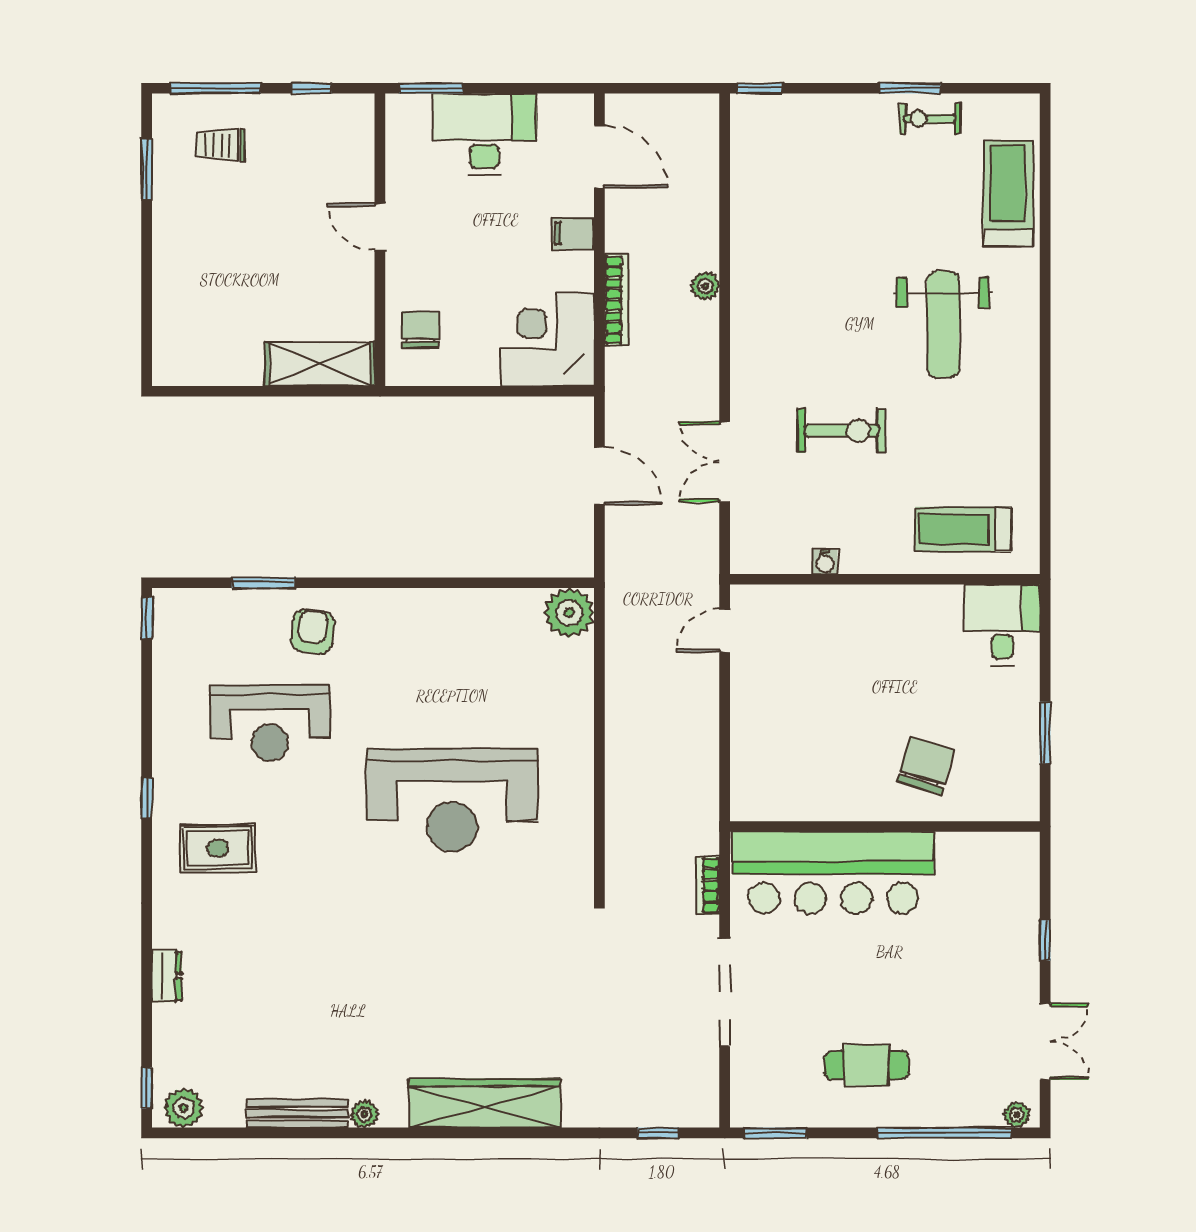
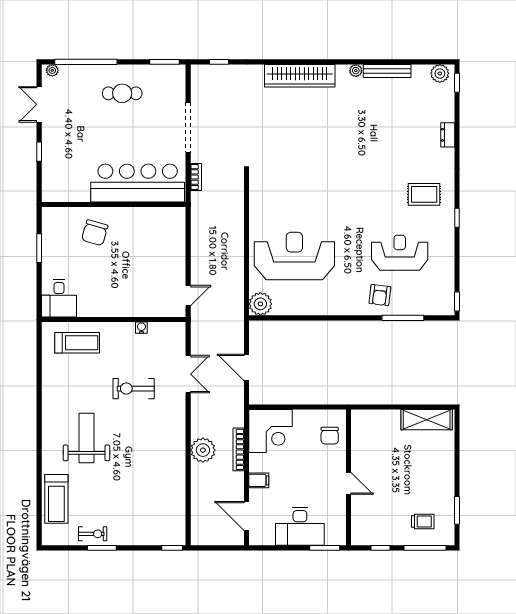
plant: (705, 286) -> (203, 450), width x1.88, depth x1.88
shelving: (320, 364) -> (427, 420), moved
window: (263, 583) -> (403, 318), width x1.44
reception desk: (452, 800) -> (294, 256), moved

